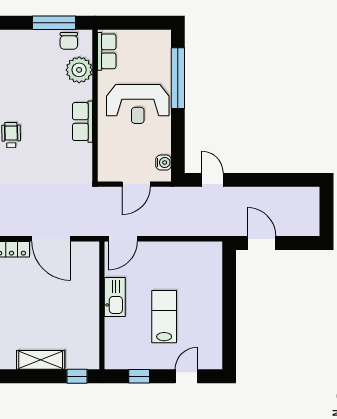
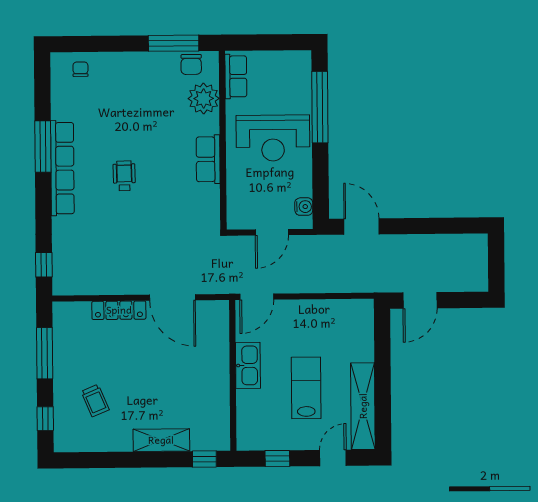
door: (212, 180) -> (362, 227), width x1.38
door: (262, 243) -> (420, 300), swing flipped
shelving: (212, 333) -> (363, 406), added

